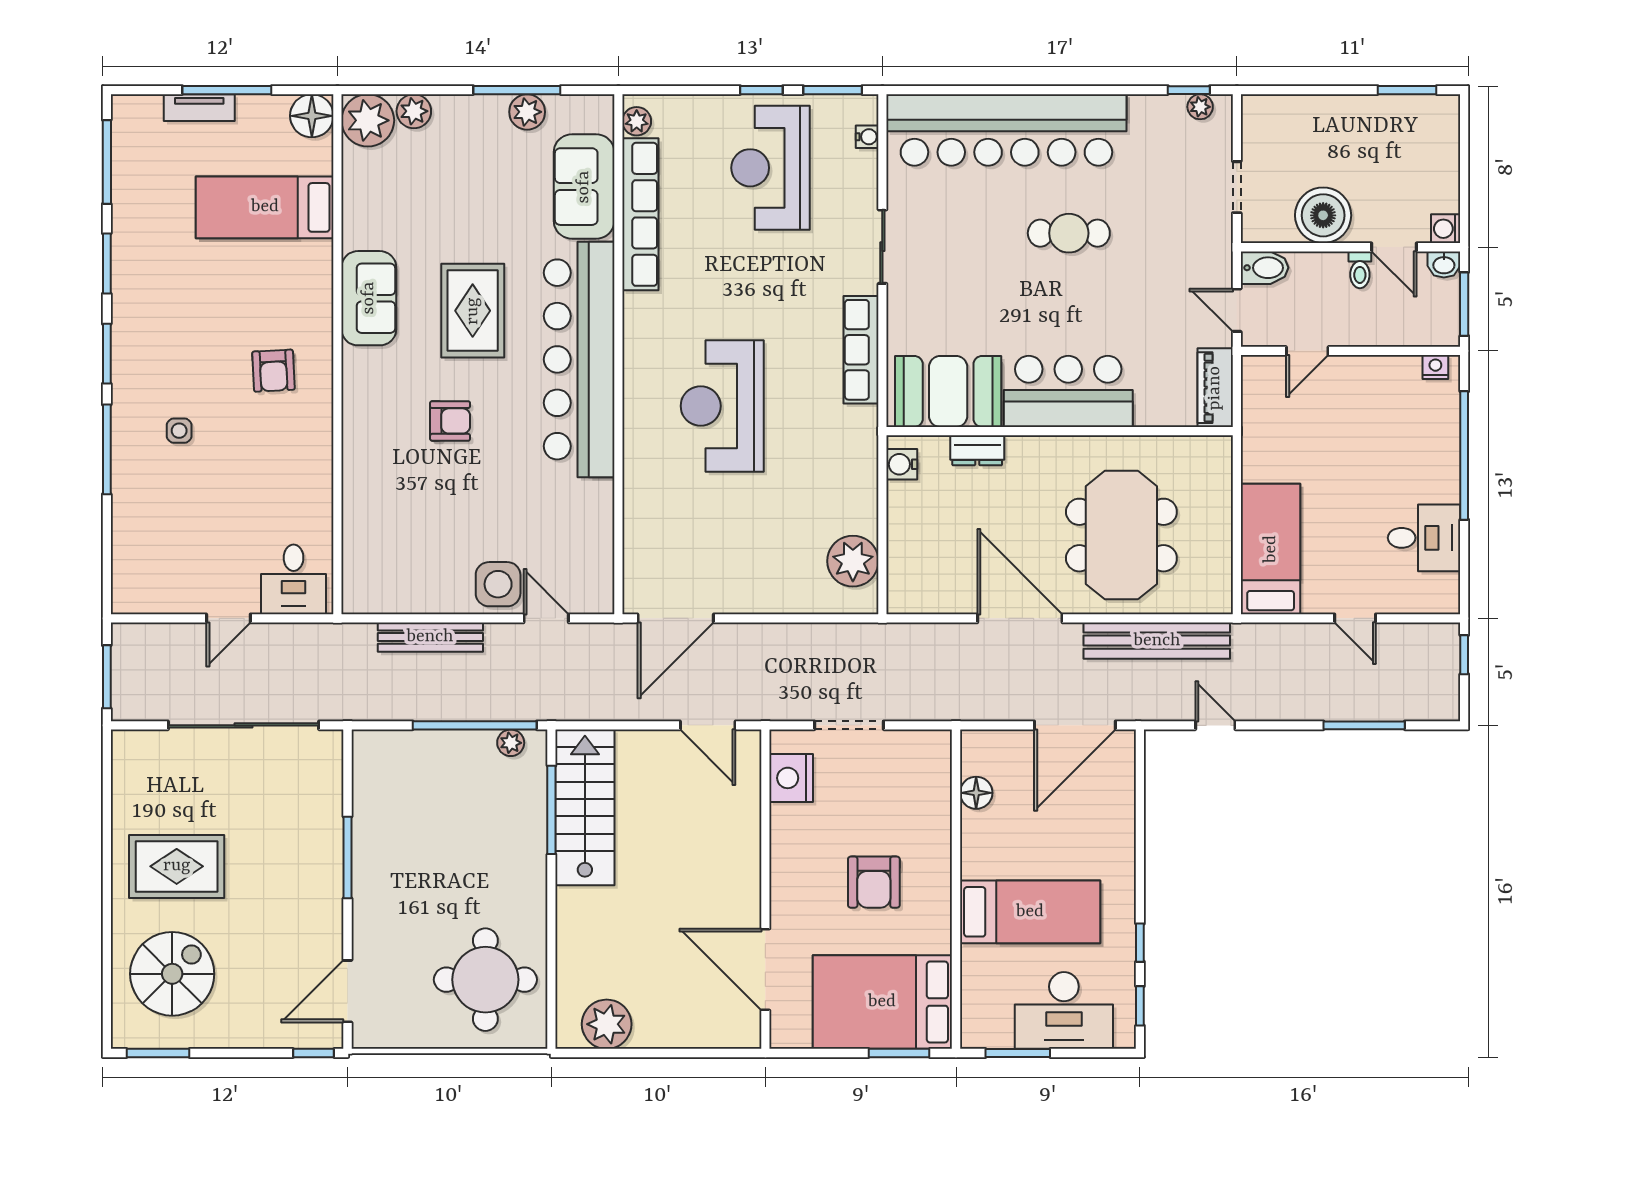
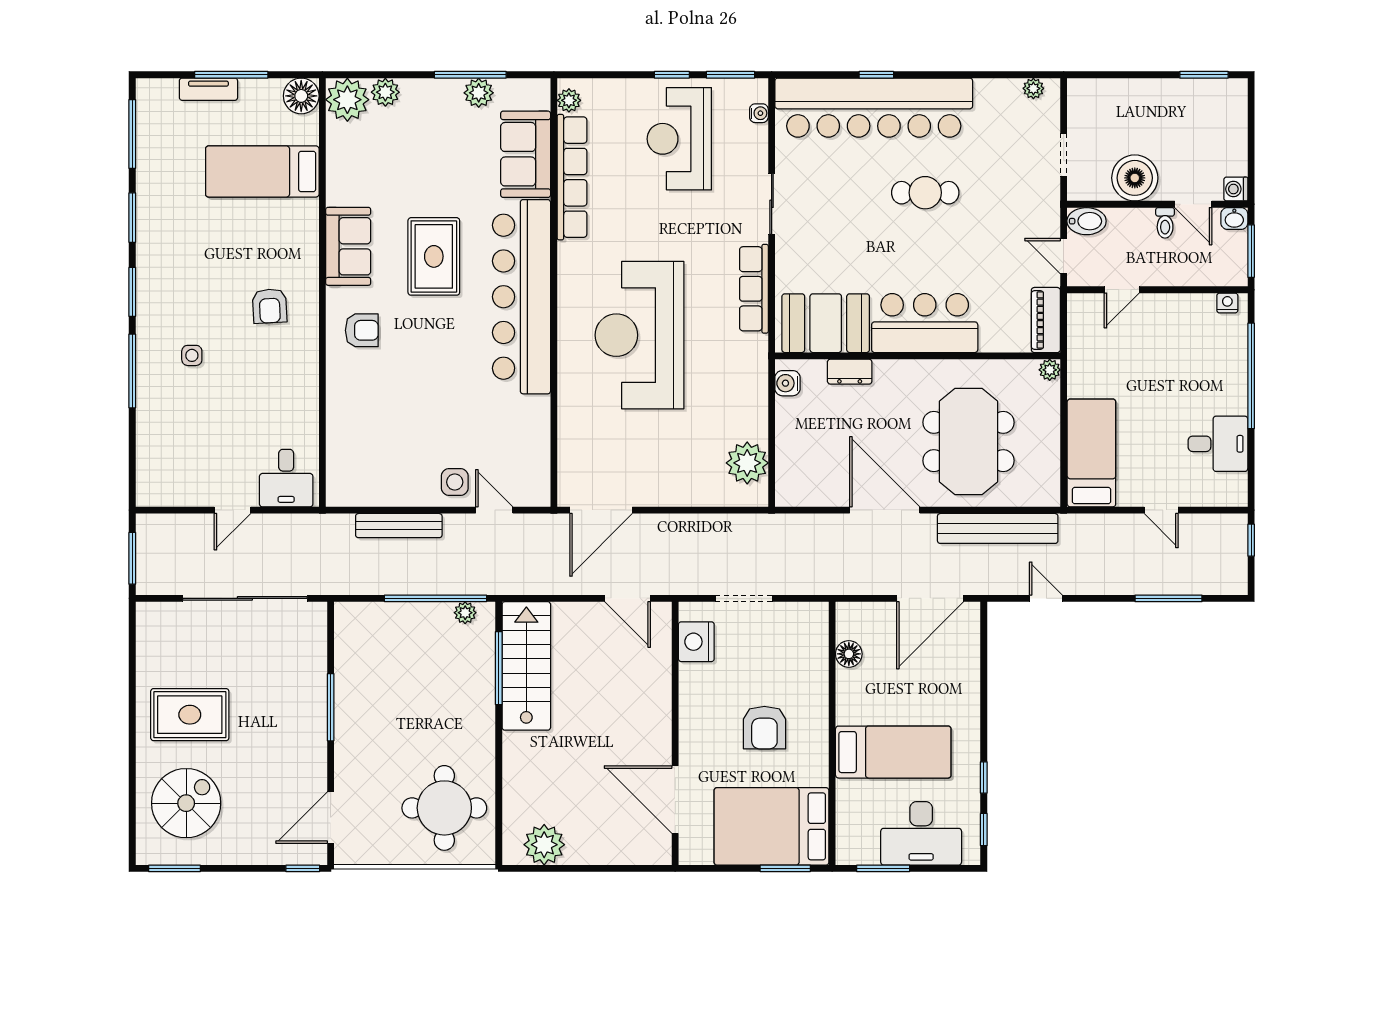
window: (1189, 90) -> (876, 75), moved
reception desk: (722, 406) -> (639, 335), width x1.36, depth x1.30
armchair: (450, 421) -> (362, 330), moved
plant: (1220, 448) -> (1050, 370), added
side table: (498, 584) -> (455, 482), width x0.73, depth x0.73

